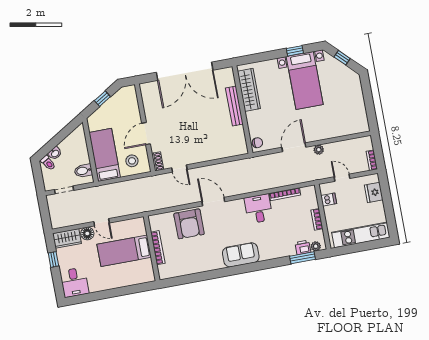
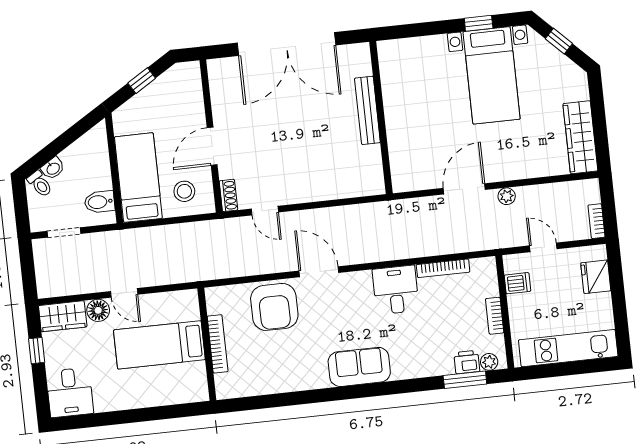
wardrobe: (249, 90) -> (580, 137), moved, turned 180
chair: (257, 143) -> (402, 176), removed

